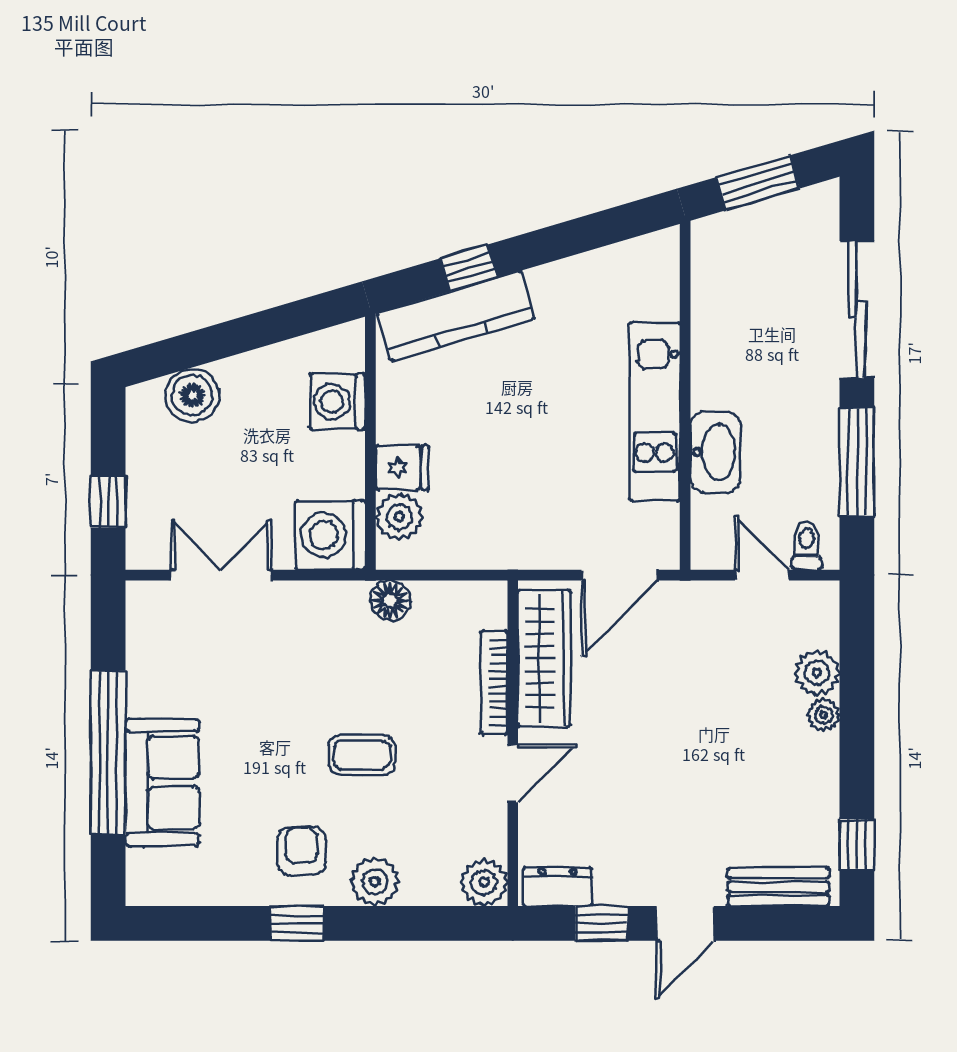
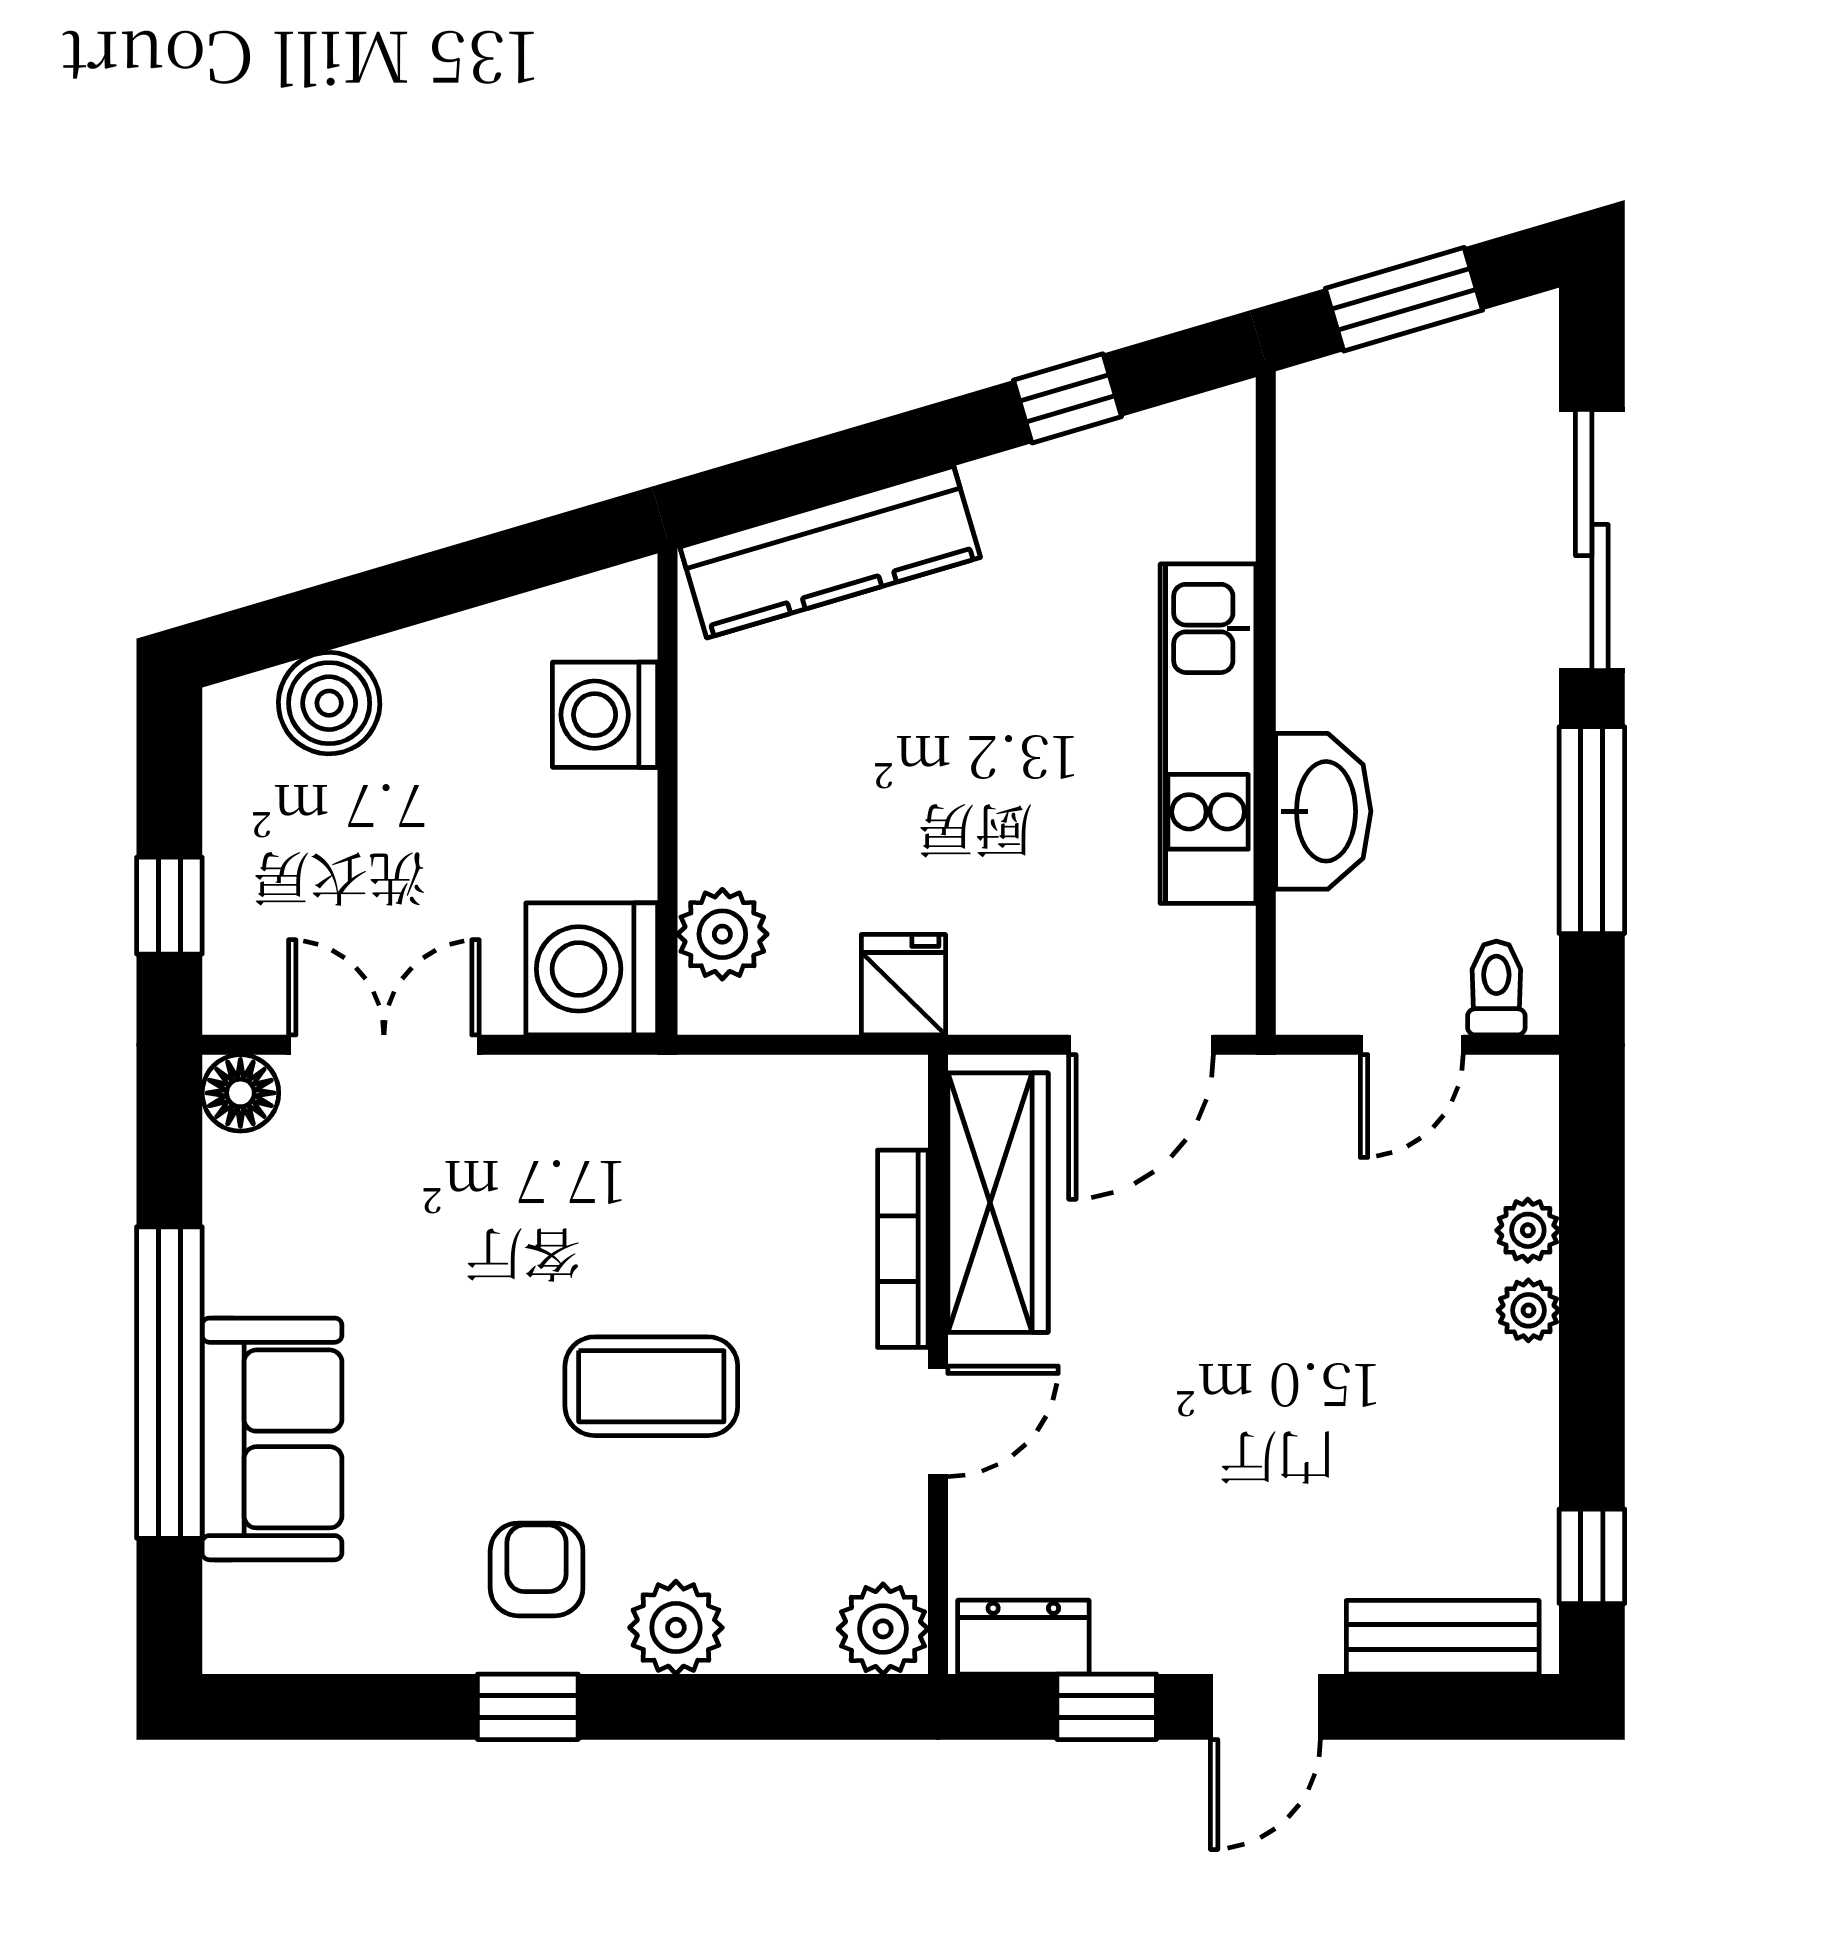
window: (469, 268) -> (1067, 398), moved
fridge: (402, 468) -> (903, 985), moved, turned -90
door: (762, 575) -> (1412, 1045), swing flipped
floor lamp: (390, 600) -> (240, 1093), moved
plant: (817, 673) -> (1528, 1230), width x0.73, depth x0.73
coffee table: (362, 755) -> (651, 1386), width x1.36, depth x1.30

